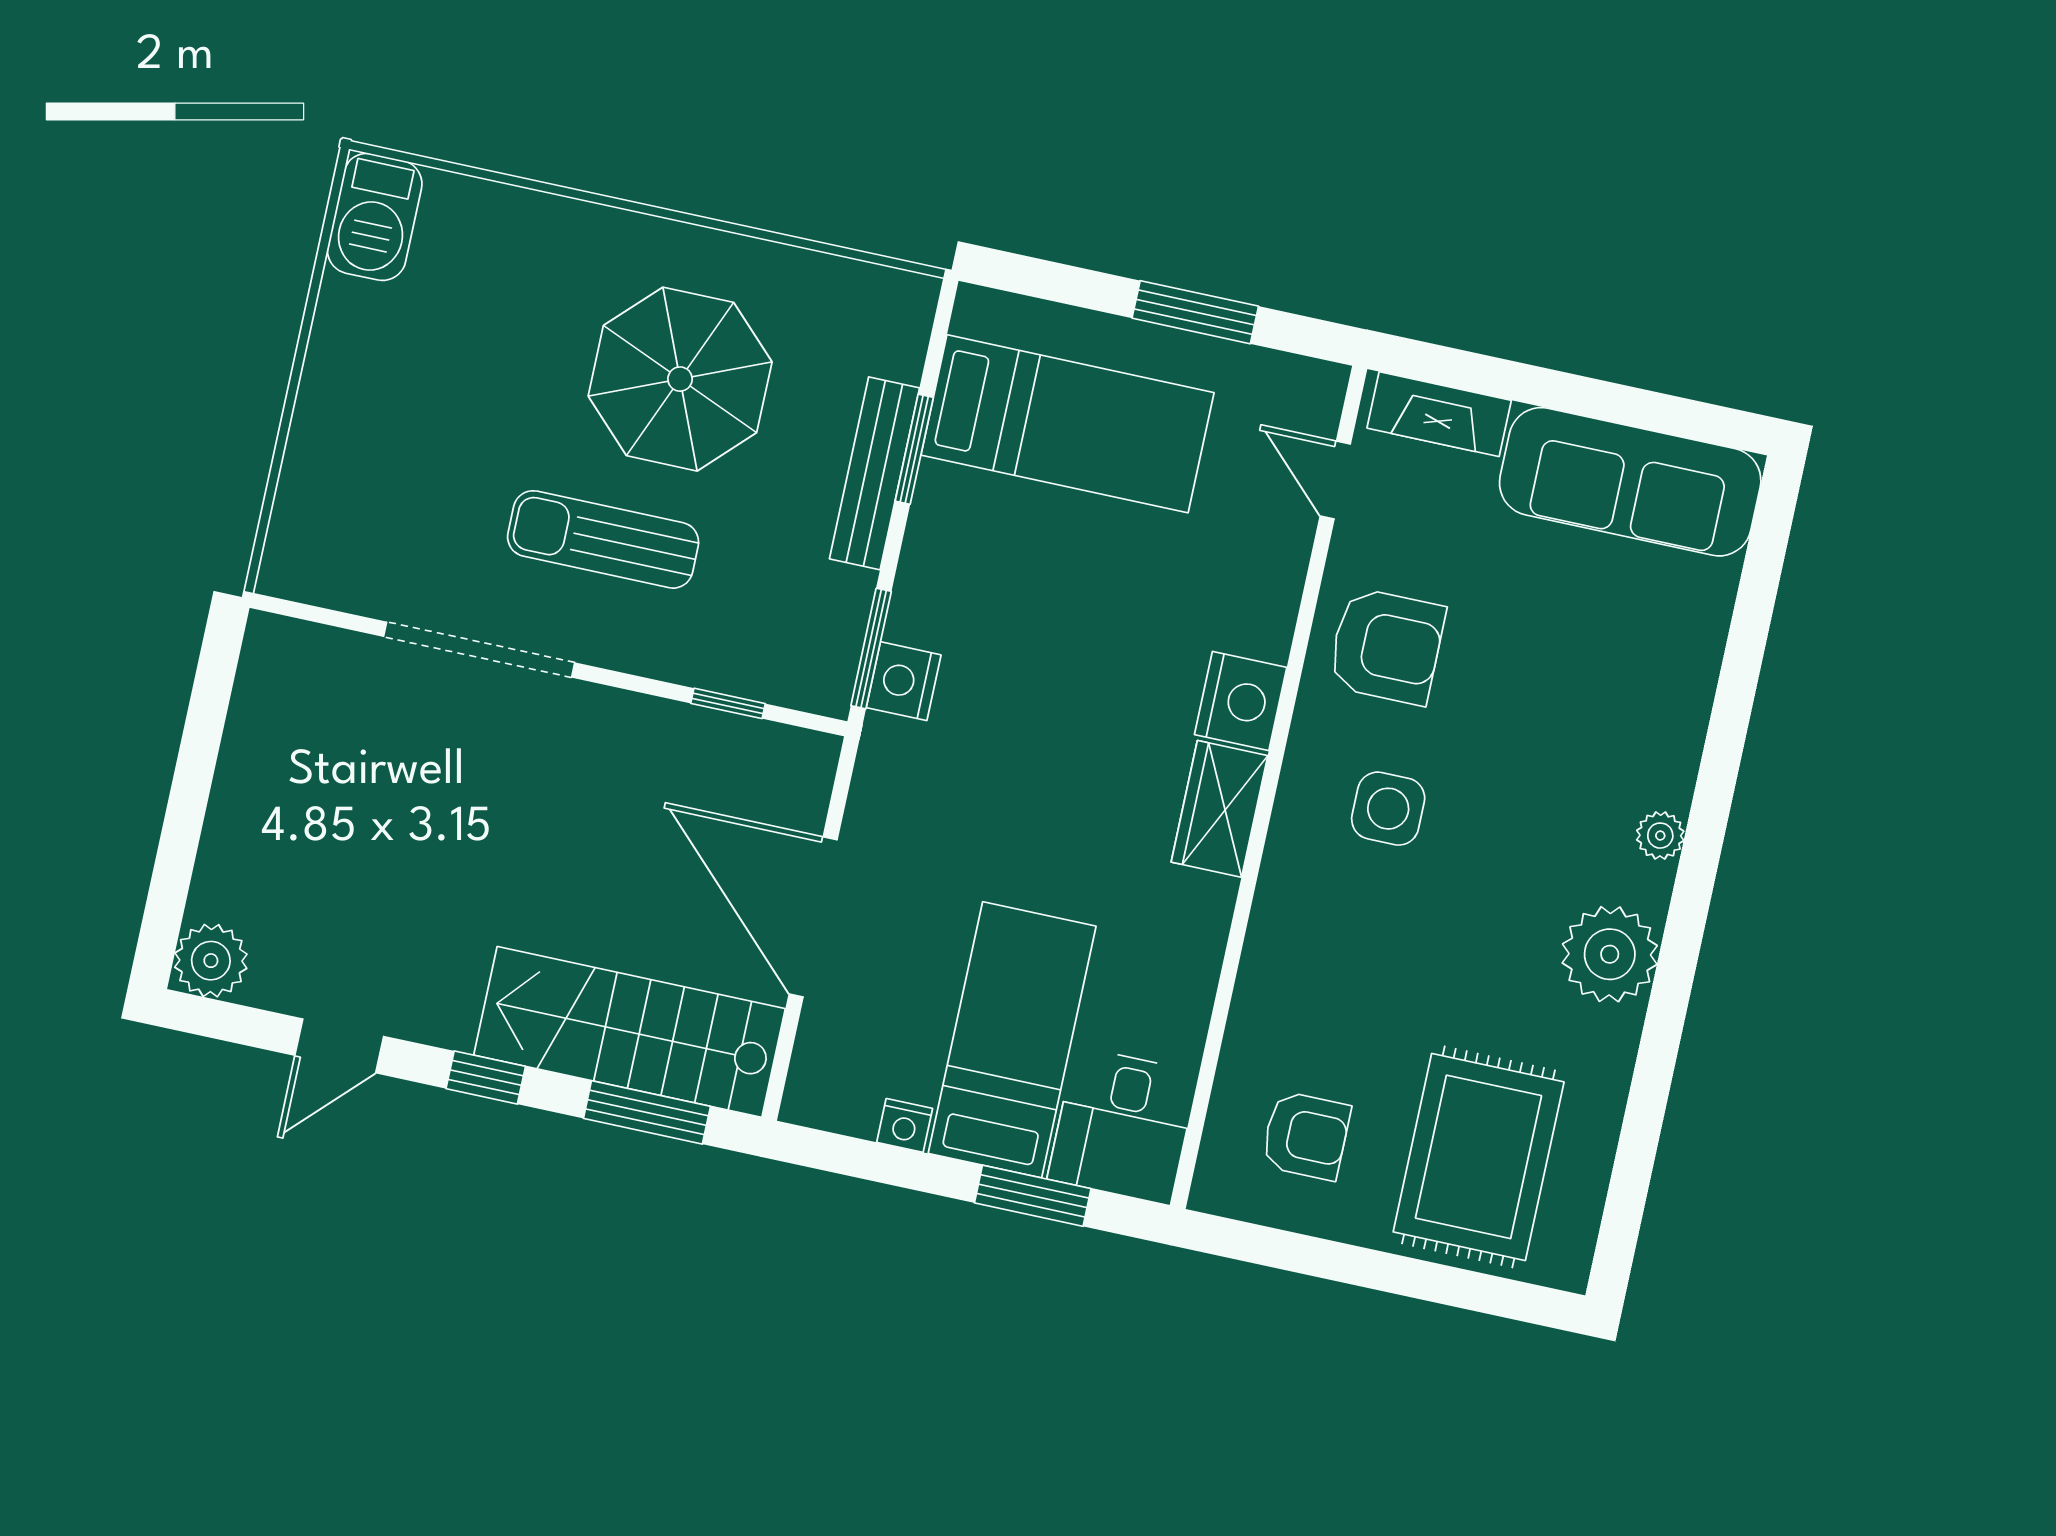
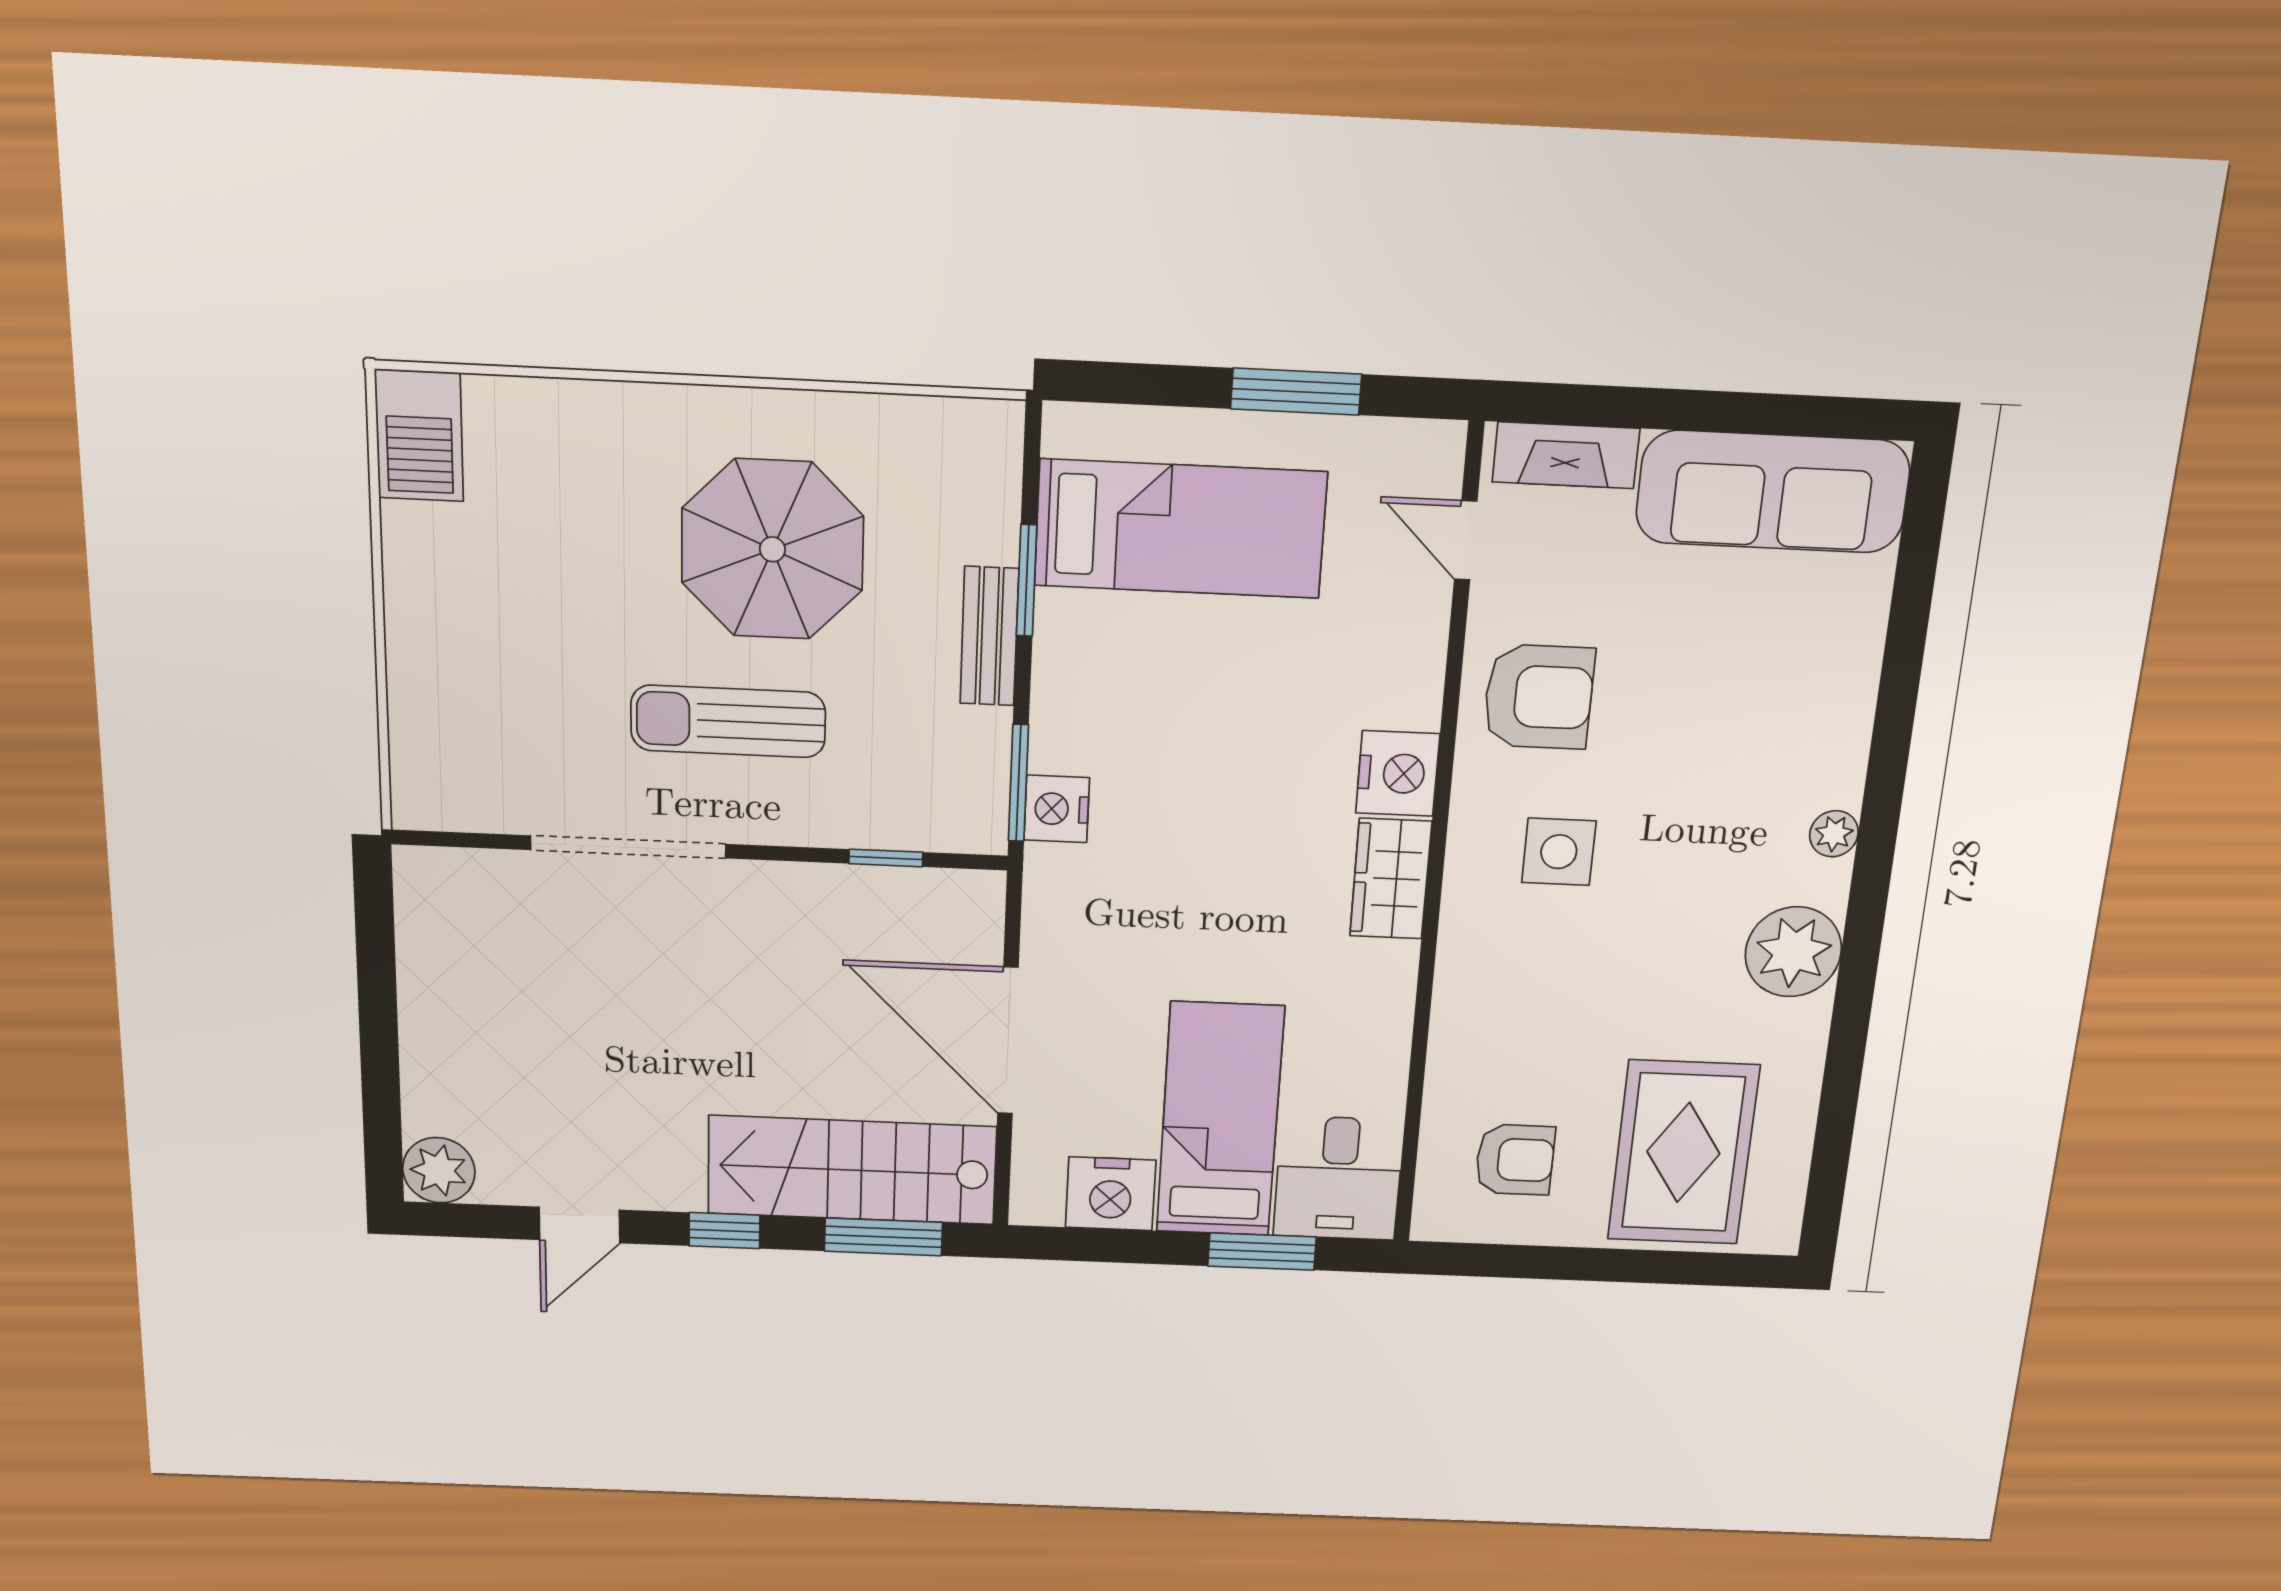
bench: (874, 473) -> (989, 636), width x0.73
nightstand: (905, 1125) -> (1111, 1194), width x1.89, depth x1.79

